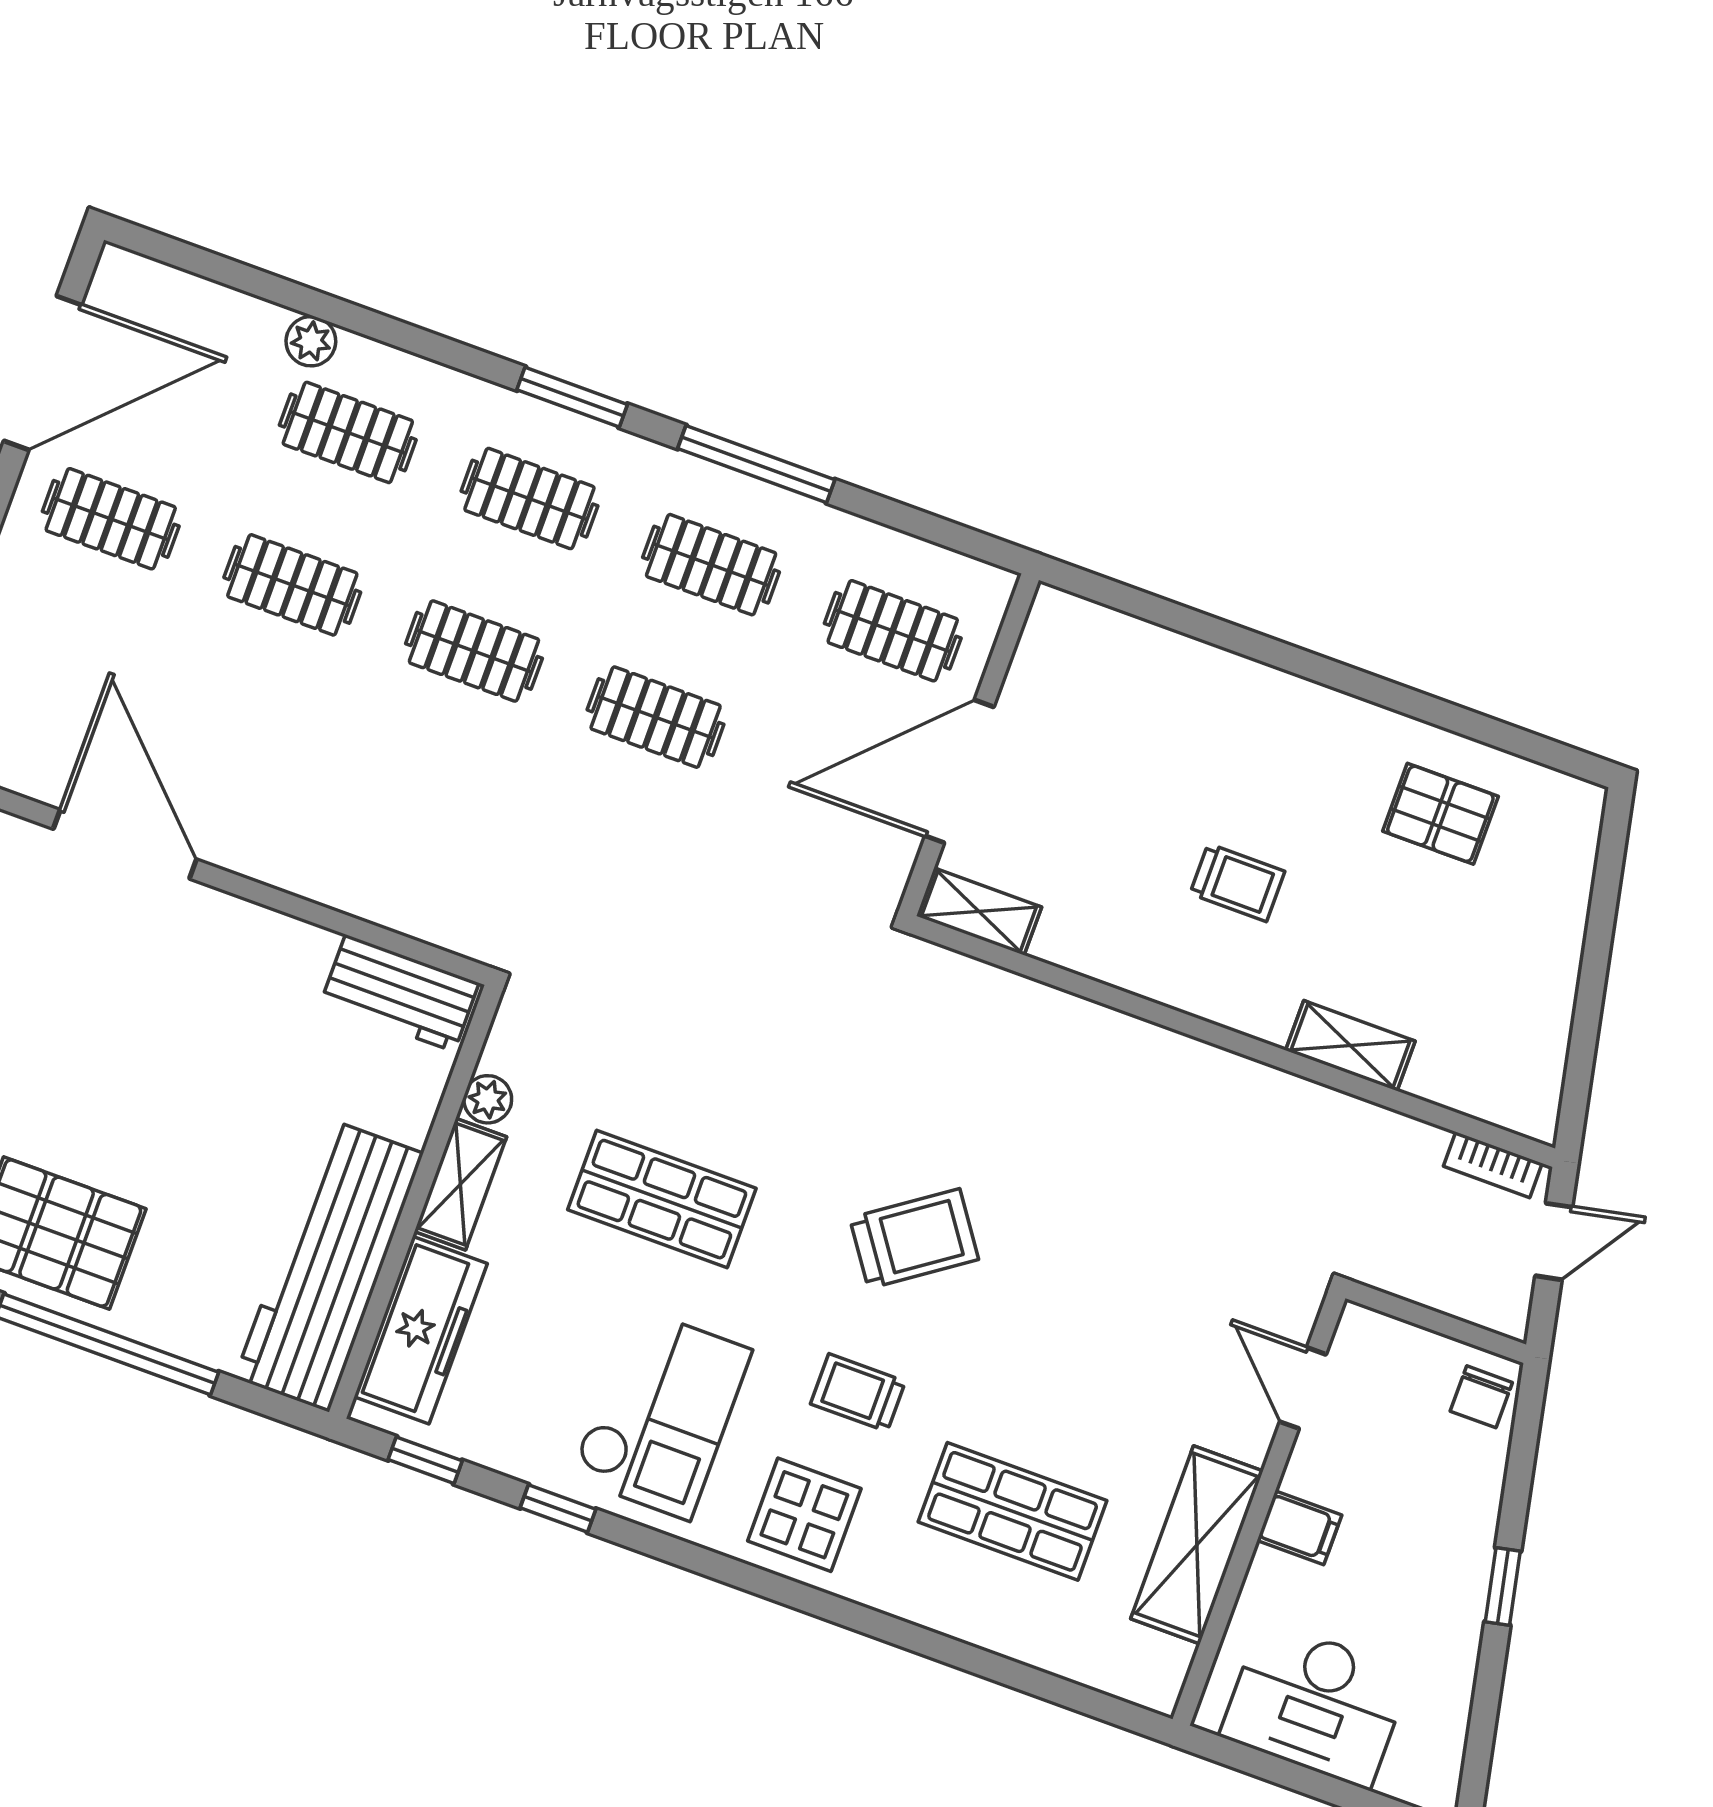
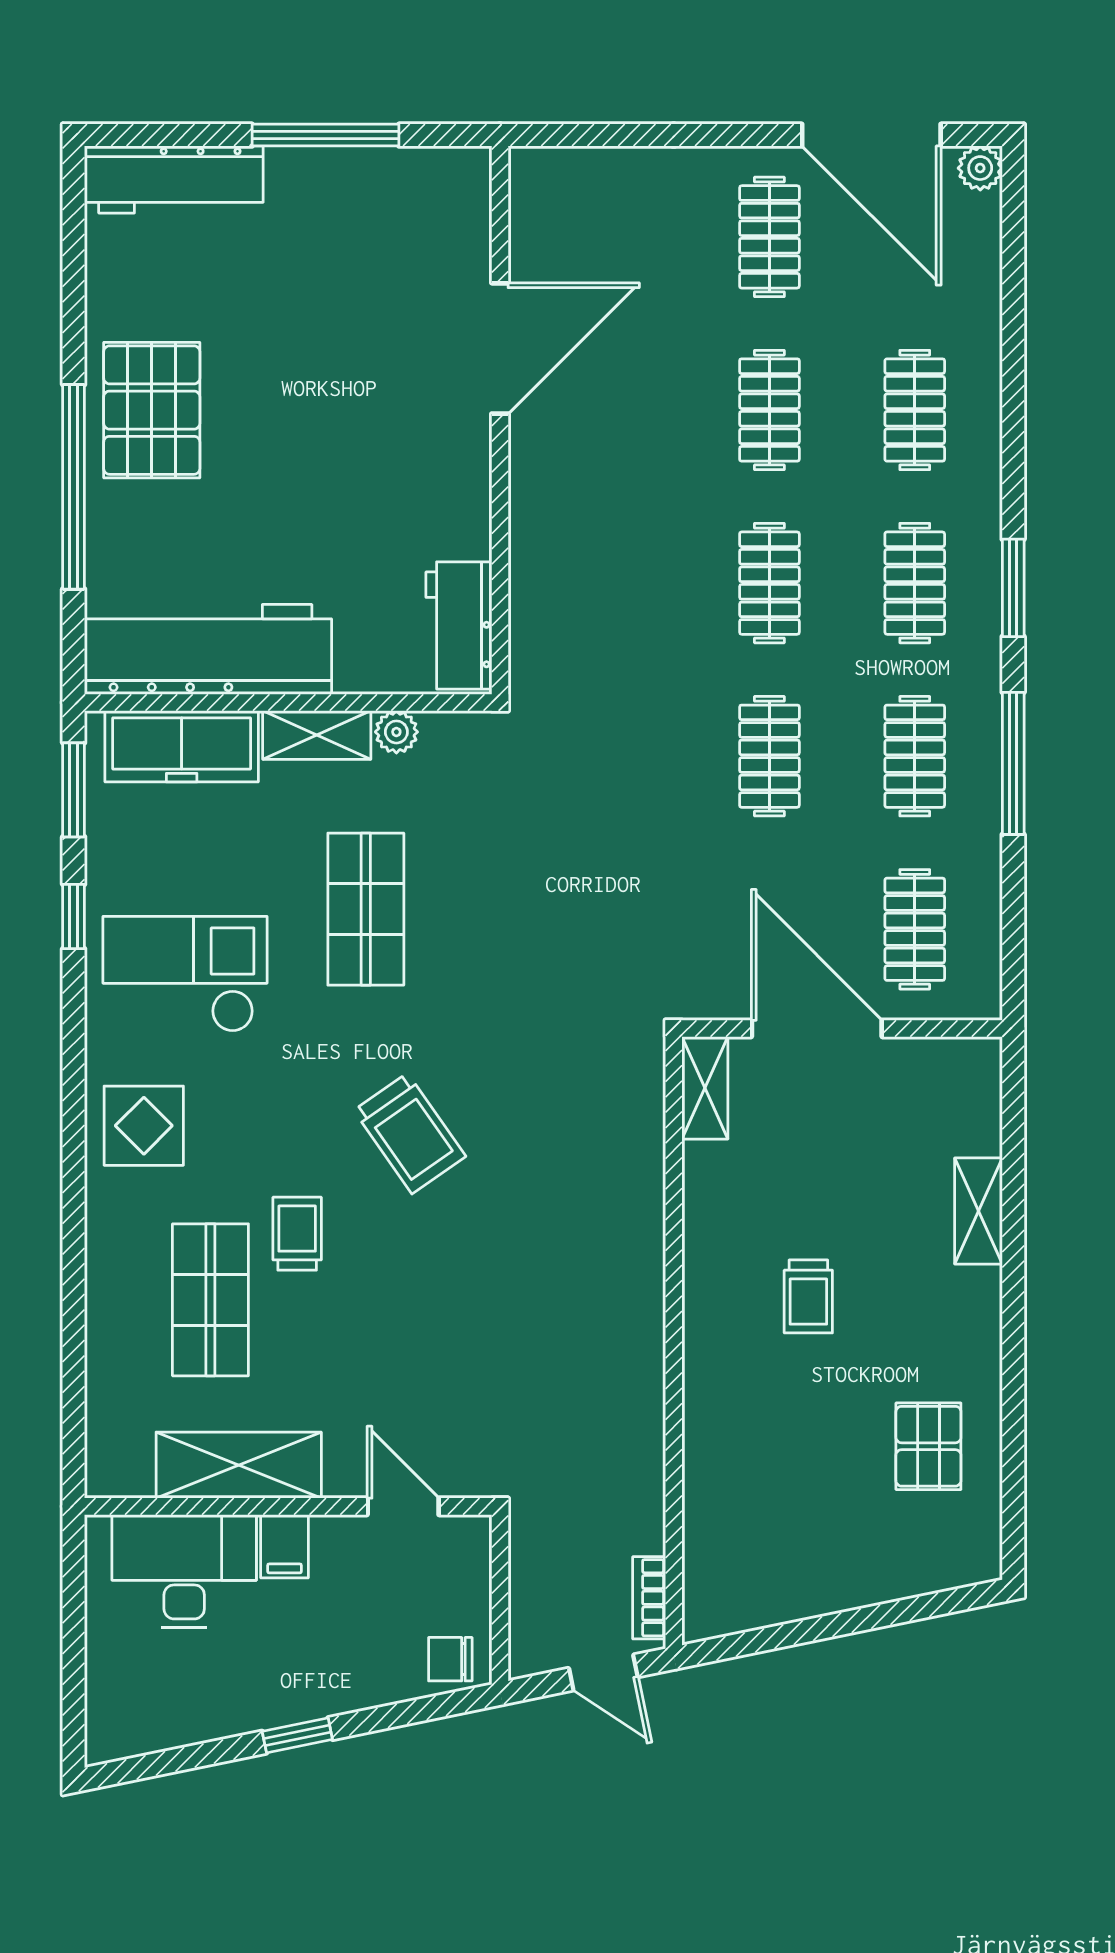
plant: (311, 341) -> (980, 168), moved
shelving: (1350, 1046) -> (978, 1211), moved
door: (1303, 1388) -> (403, 1506), hinge flipped
trolley: (858, 1393) -> (297, 1234), moved
checkout: (661, 1414) -> (185, 974), turned 180
window: (425, 1460) -> (74, 790), width x1.50
desk: (1316, 1704) -> (184, 1571), moved, turned 90

